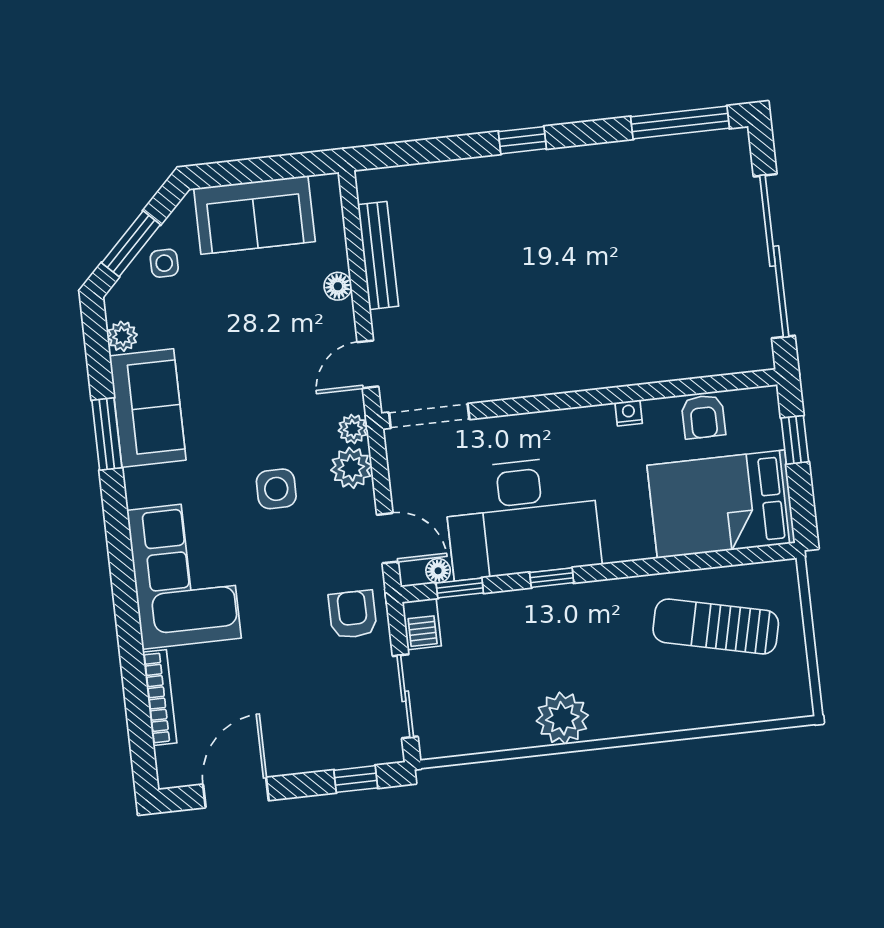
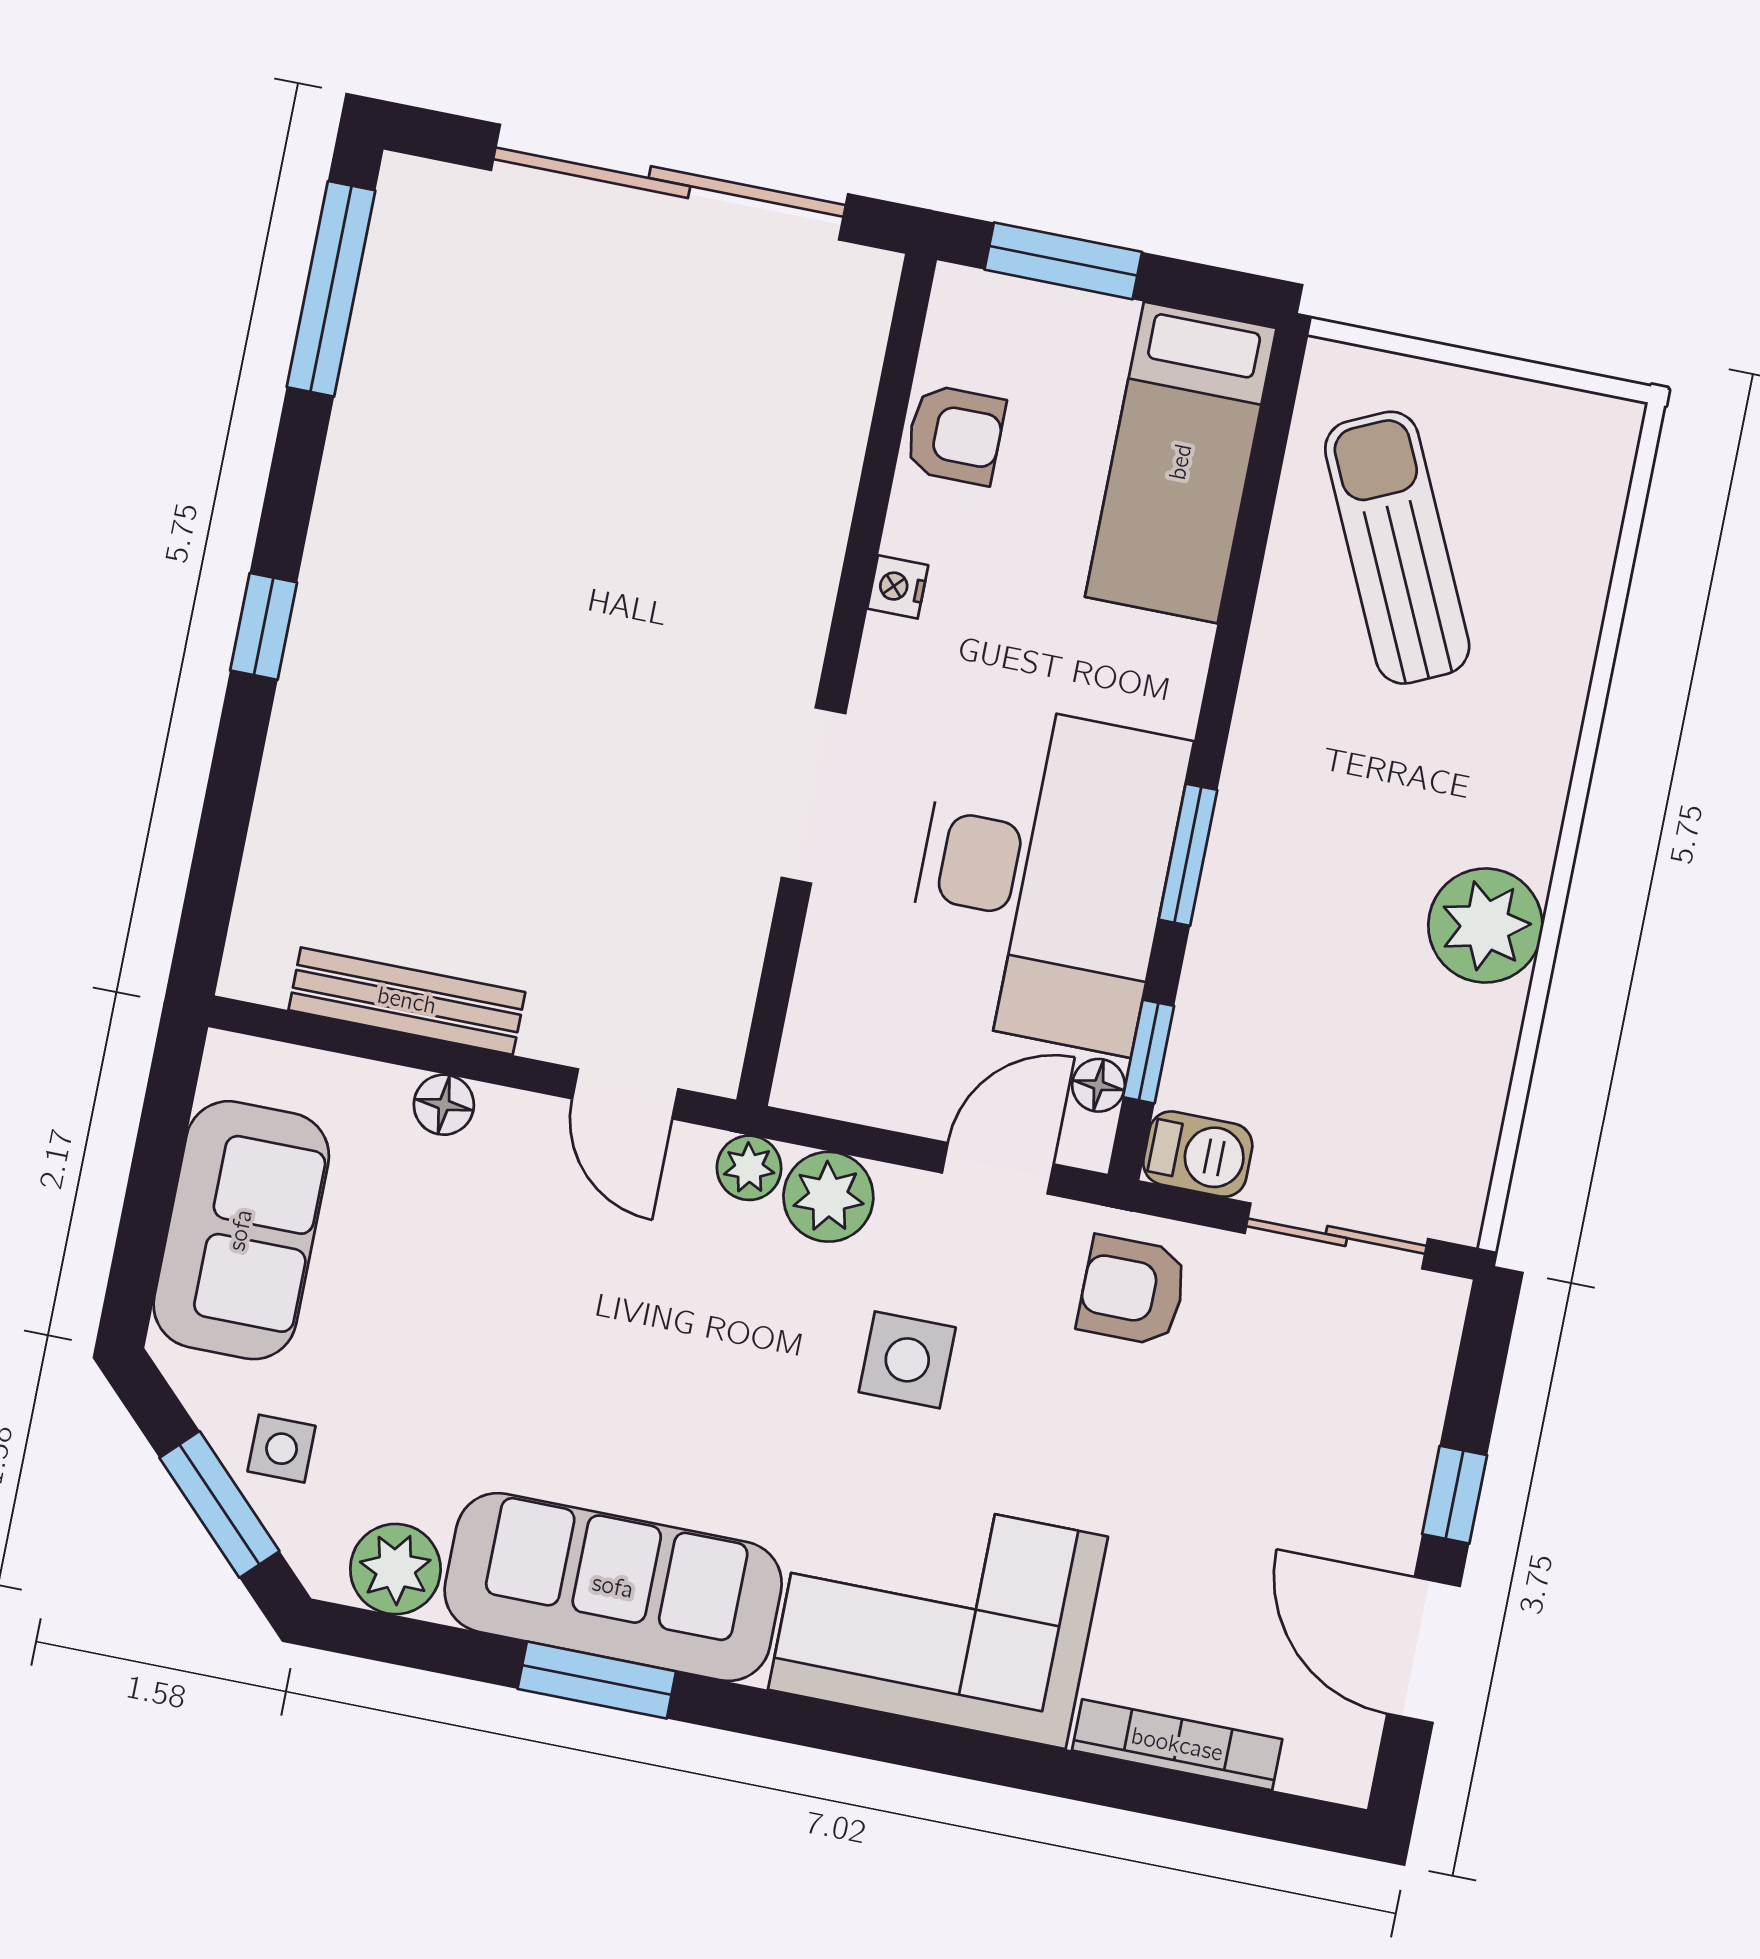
plant: (122, 336) -> (395, 1569), width x1.38, depth x1.38
sofa: (148, 408) -> (613, 1587), width x1.36
doorway: (429, 416) -> (813, 796), moved
window: (795, 440) -> (1063, 261), width x1.50
side table: (276, 489) -> (907, 1360), moved
bed: (721, 504) -> (1181, 462), width x0.67
window: (552, 578) -> (1188, 855), width x1.50
sun lounger: (716, 627) -> (1397, 548), turned 142
window: (356, 779) -> (1455, 1495), moved

